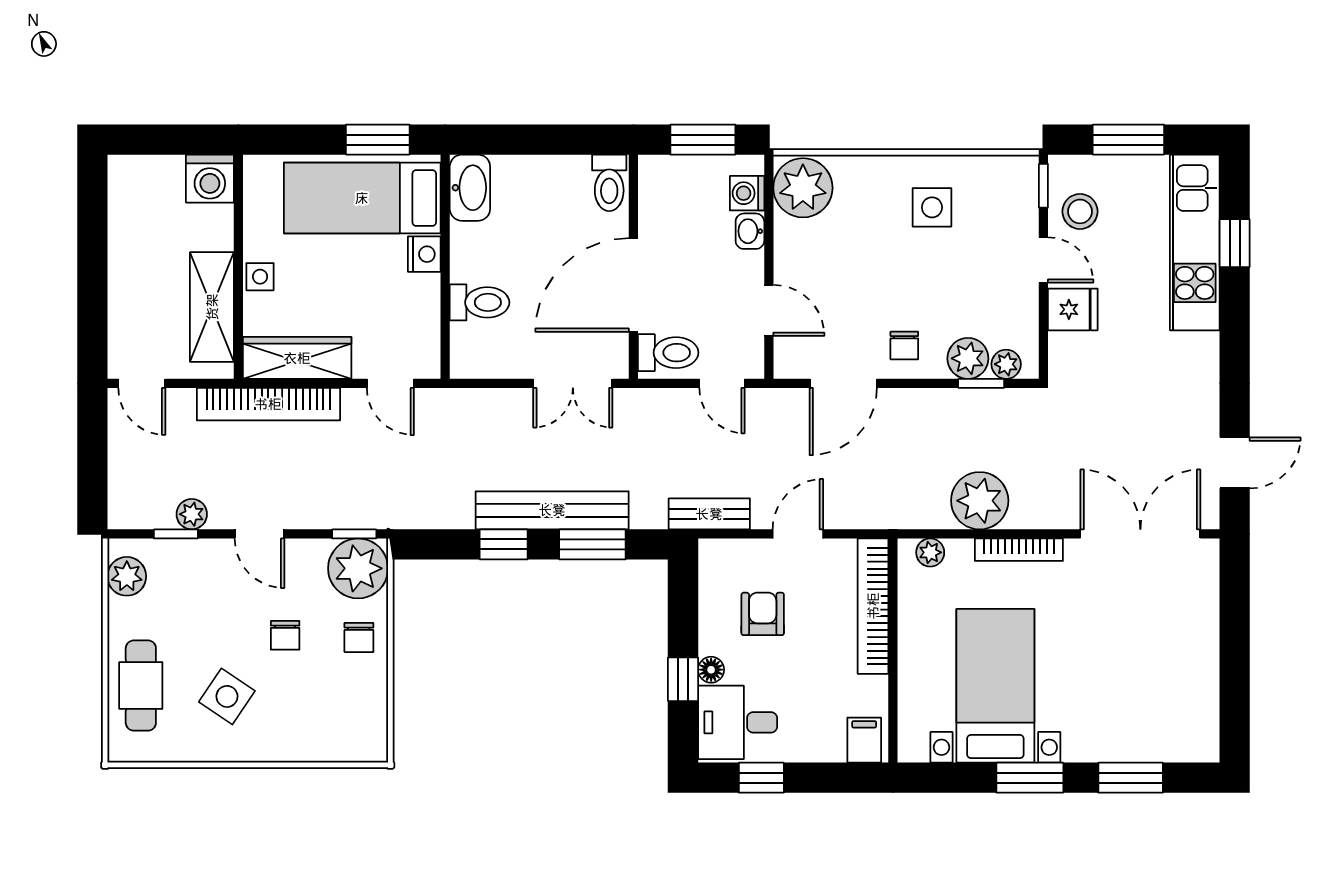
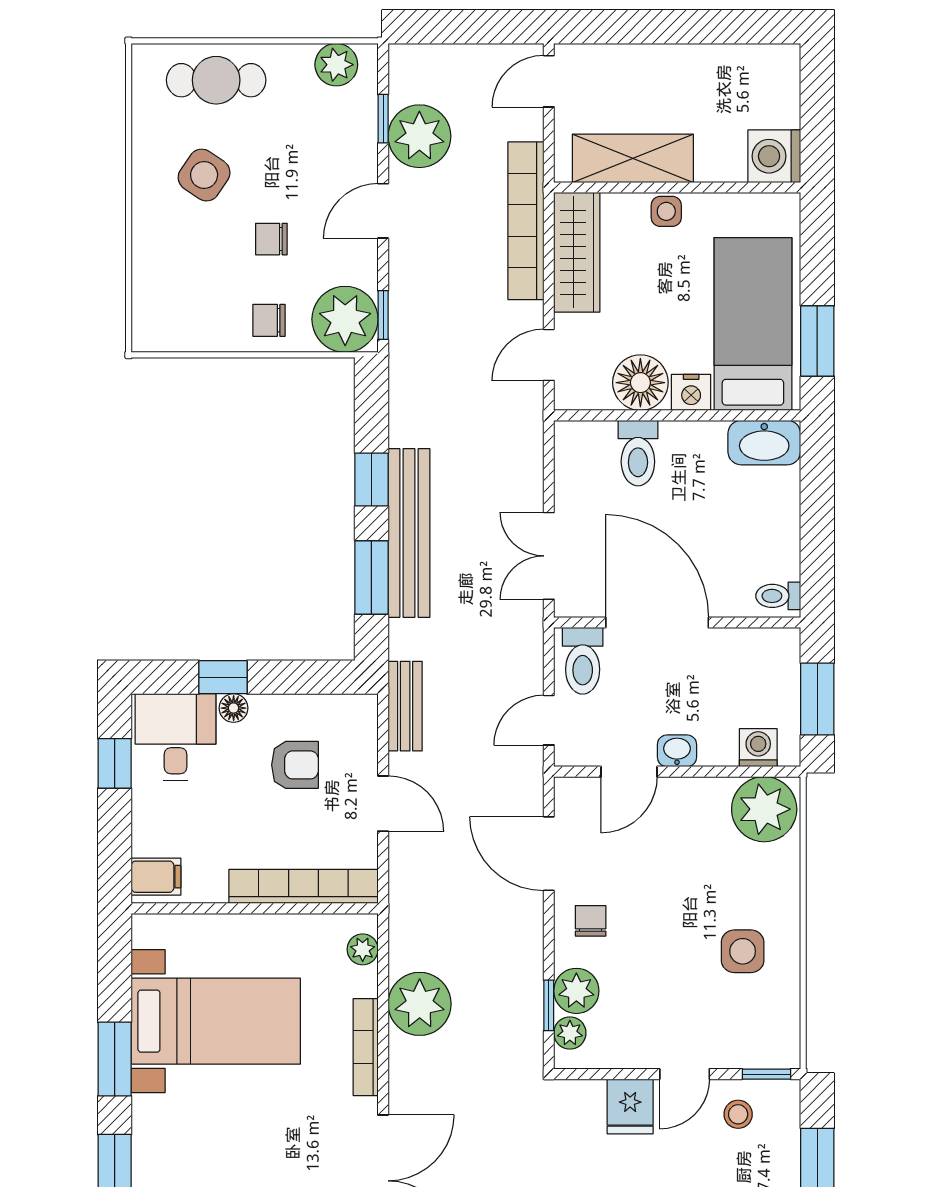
toilet: (609, 183) -> (778, 596), width x0.73, depth x0.72
stool: (1080, 211) -> (738, 1114), width x0.73, depth x0.73
washbasin: (750, 231) -> (677, 751), moved
floor lamp: (416, 300) -> (640, 383), added
chair: (904, 345) -> (591, 921), turned 90
plant: (192, 514) -> (419, 136), width x1.87, depth x1.87

